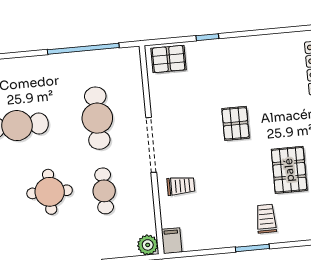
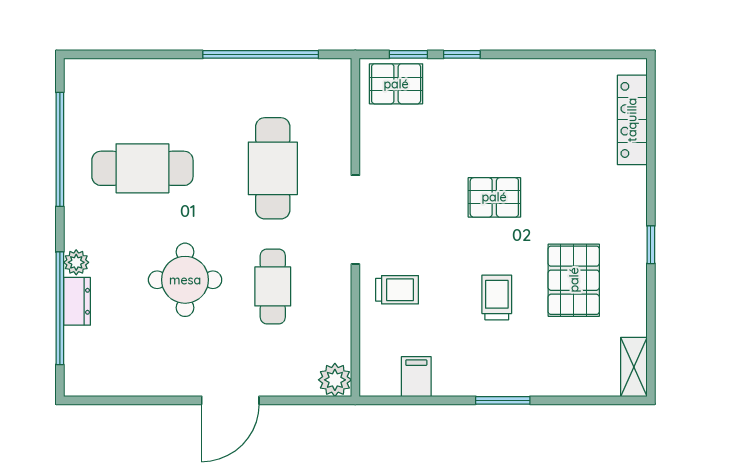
window: (174, 40) -> (408, 54), added
pallet: (236, 123) -> (494, 197), turned 90
trolley: (266, 219) -> (497, 297), moved
filing cabinet: (172, 241) -> (416, 377), moved

